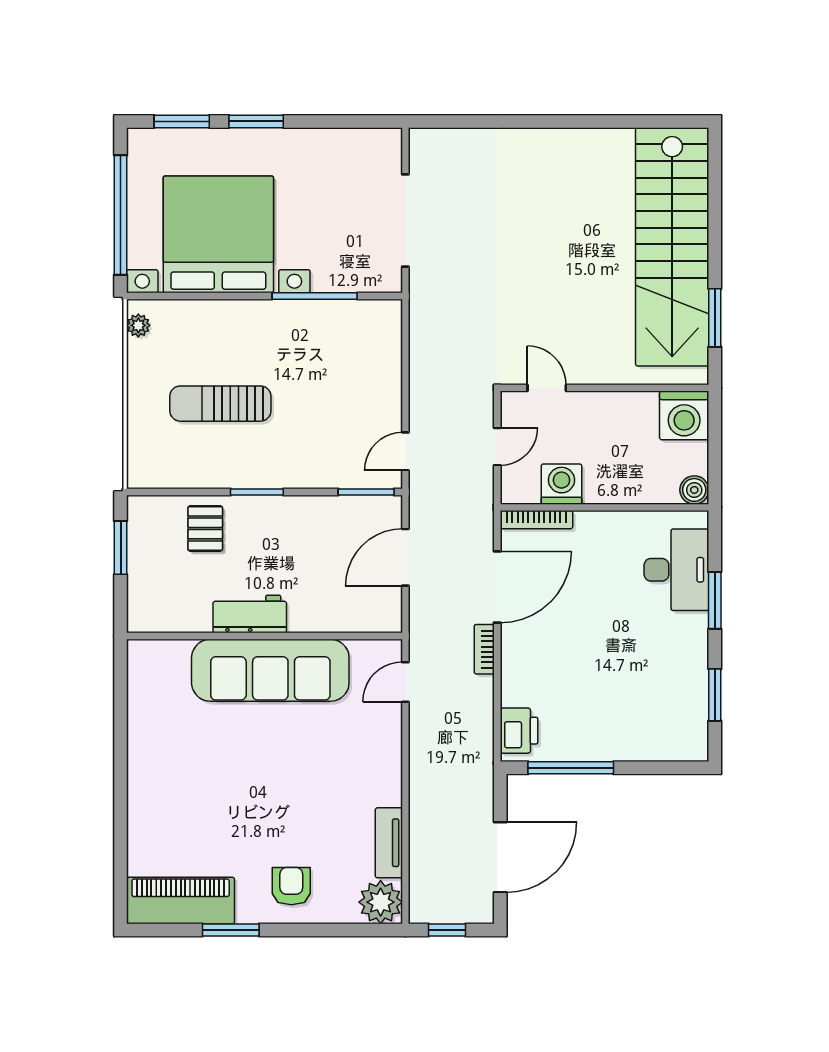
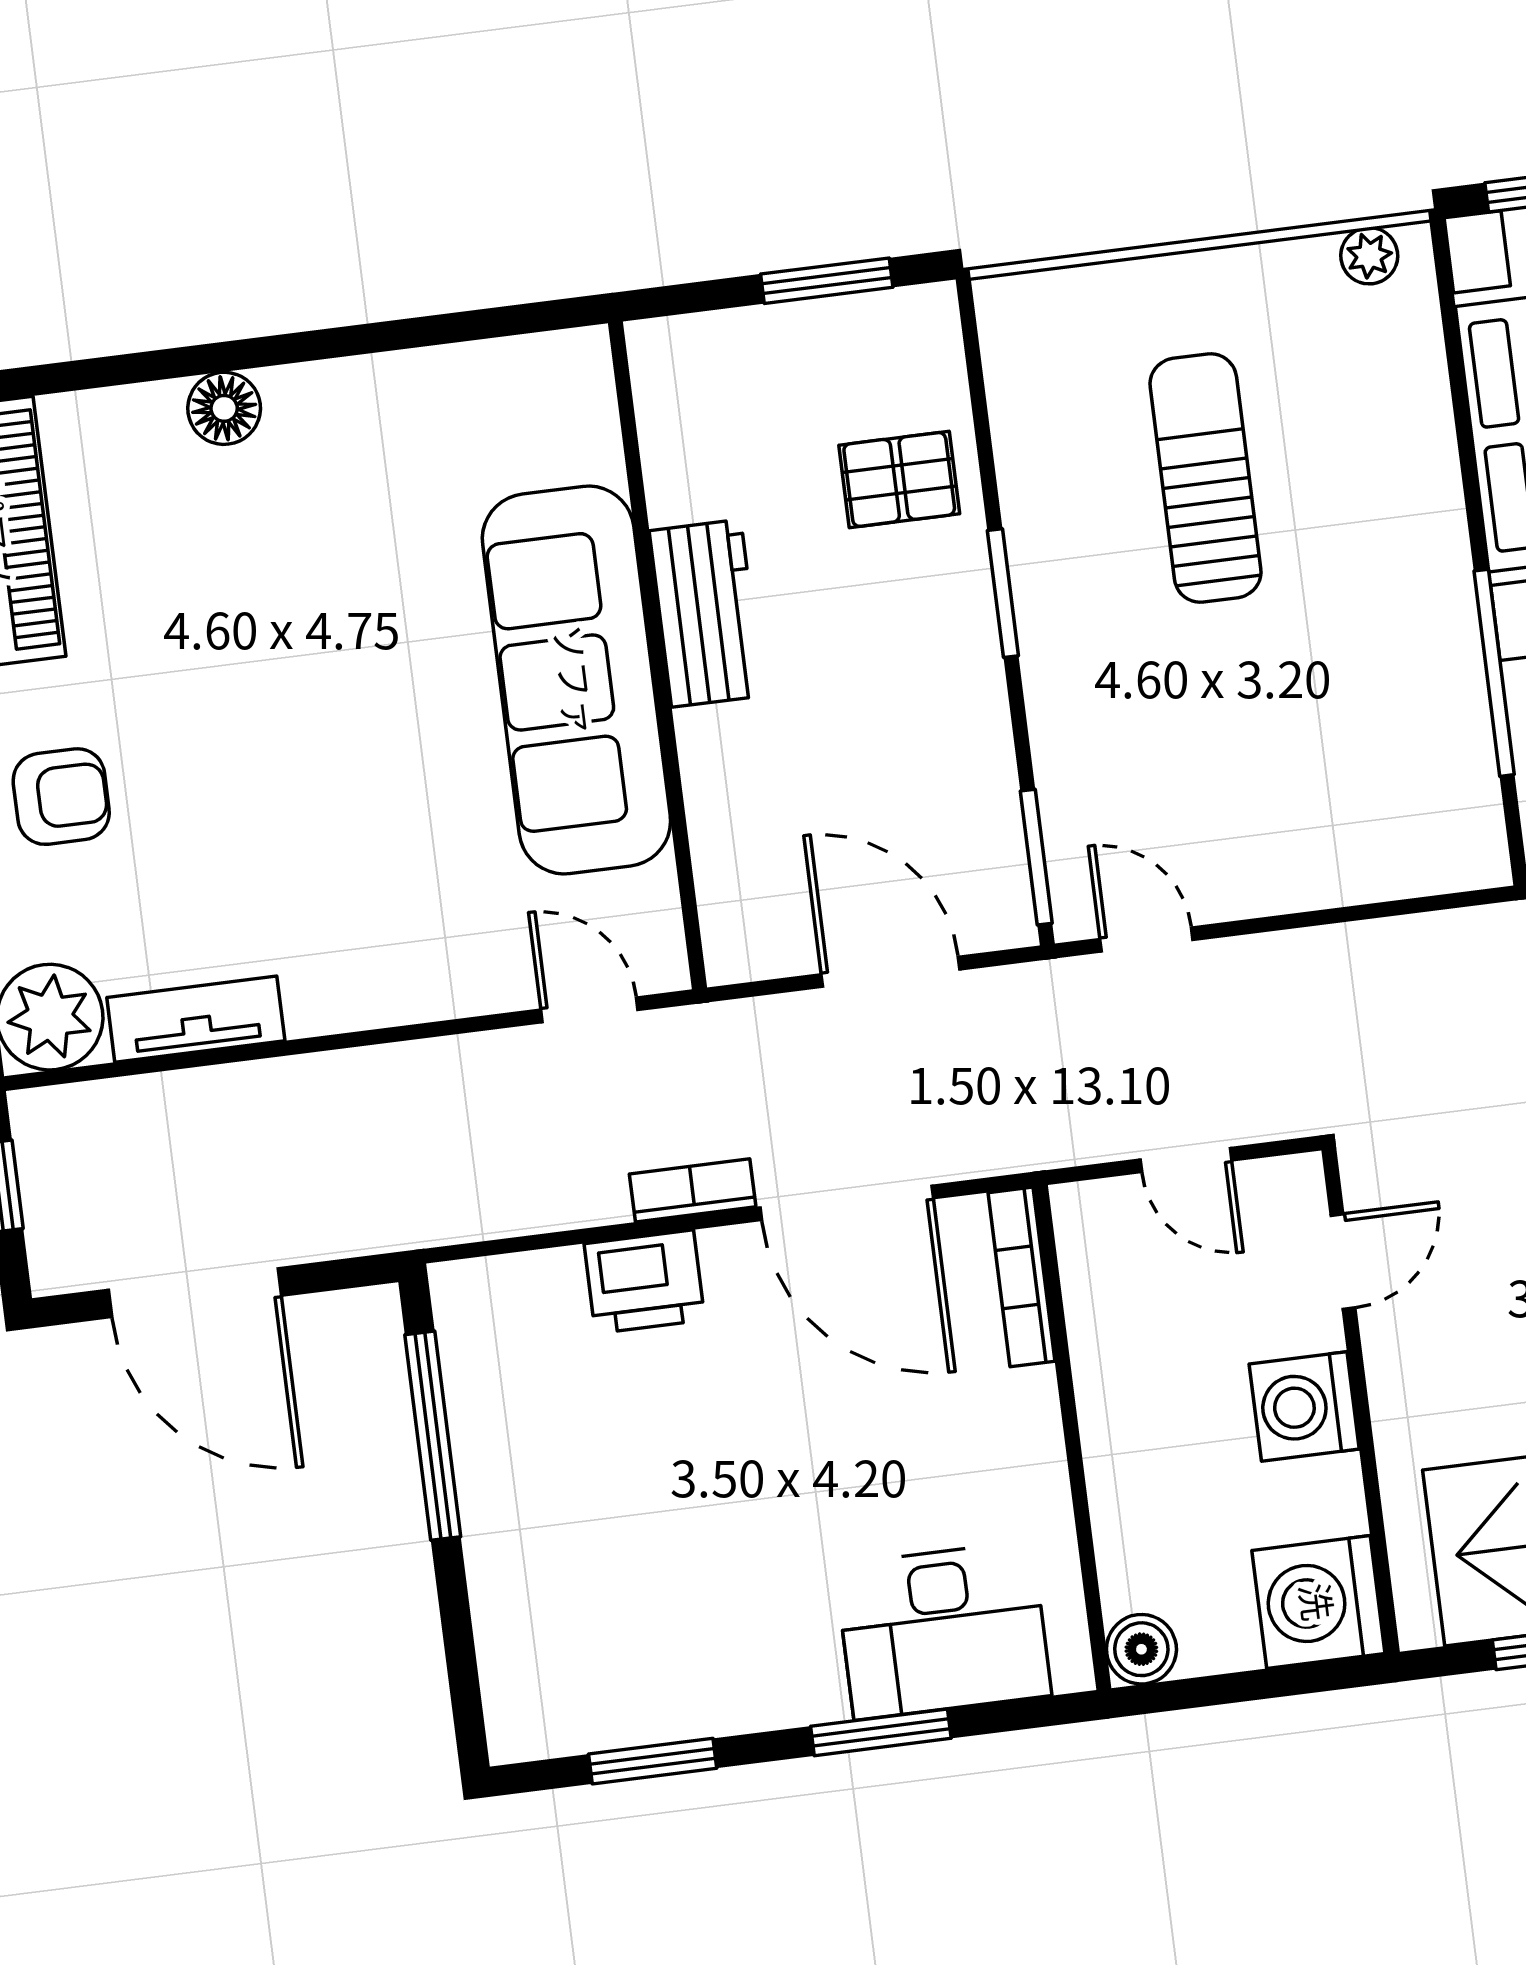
washing machine: (561, 484) -> (1304, 1406), moved, turned 180
printer: (519, 731) -> (644, 1282), moved
floor lamp: (142, 800) -> (224, 408), added

